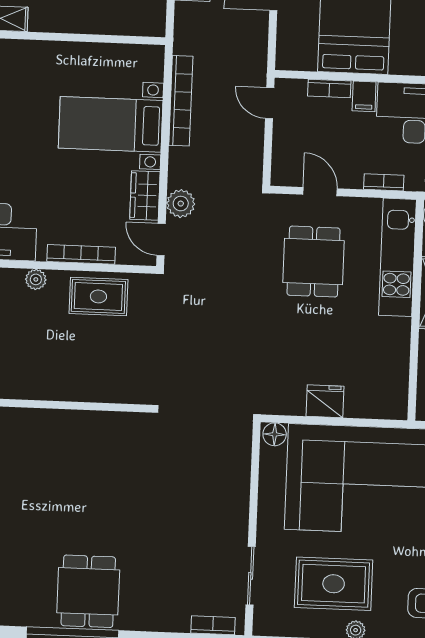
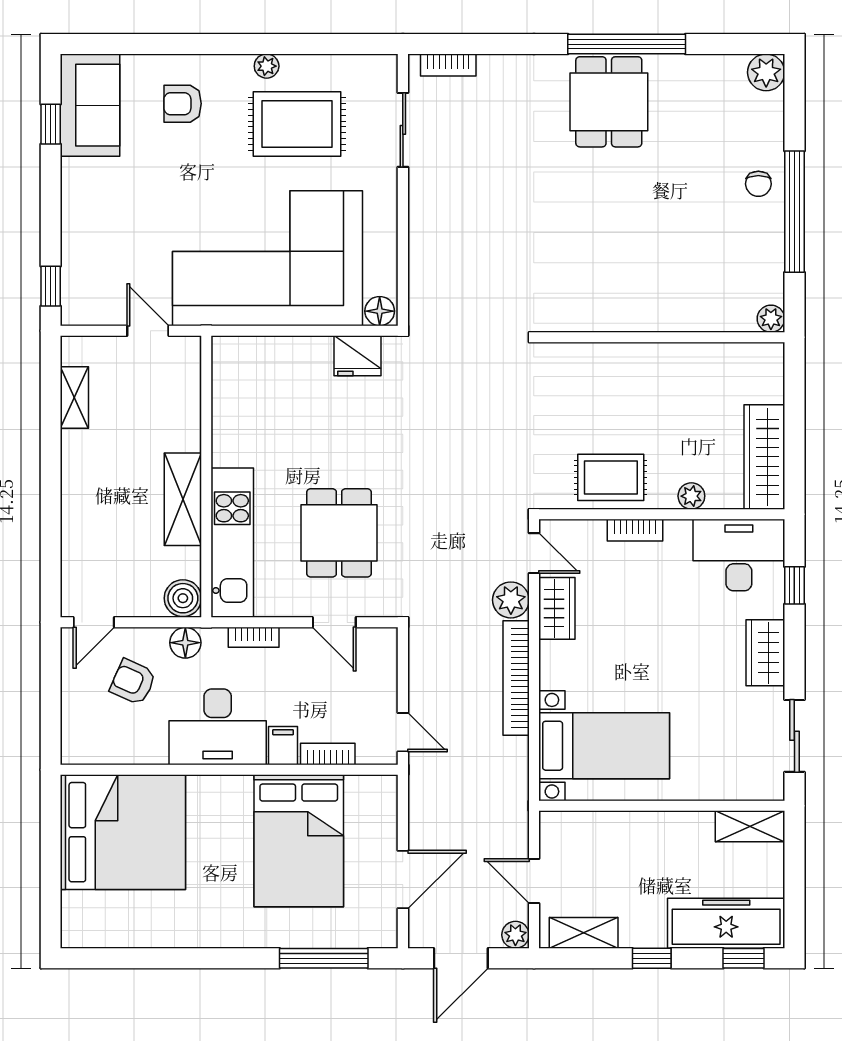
bookcase: (181, 101) -> (516, 678), moved
bed with nightstands: (111, 124) -> (604, 746), moved
bookcase: (81, 254) -> (635, 530), width x0.64
fridge: (325, 401) -> (358, 356), moved

